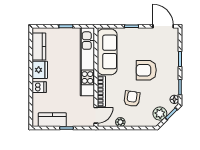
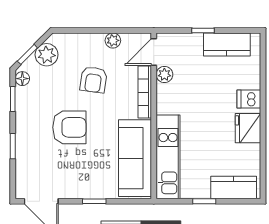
kitchen counter: (39, 47) -> (234, 187), moved, turned 90
kitchen unit: (87, 62) -> (168, 157), width x0.73
plant: (90, 102) -> (164, 75), added

